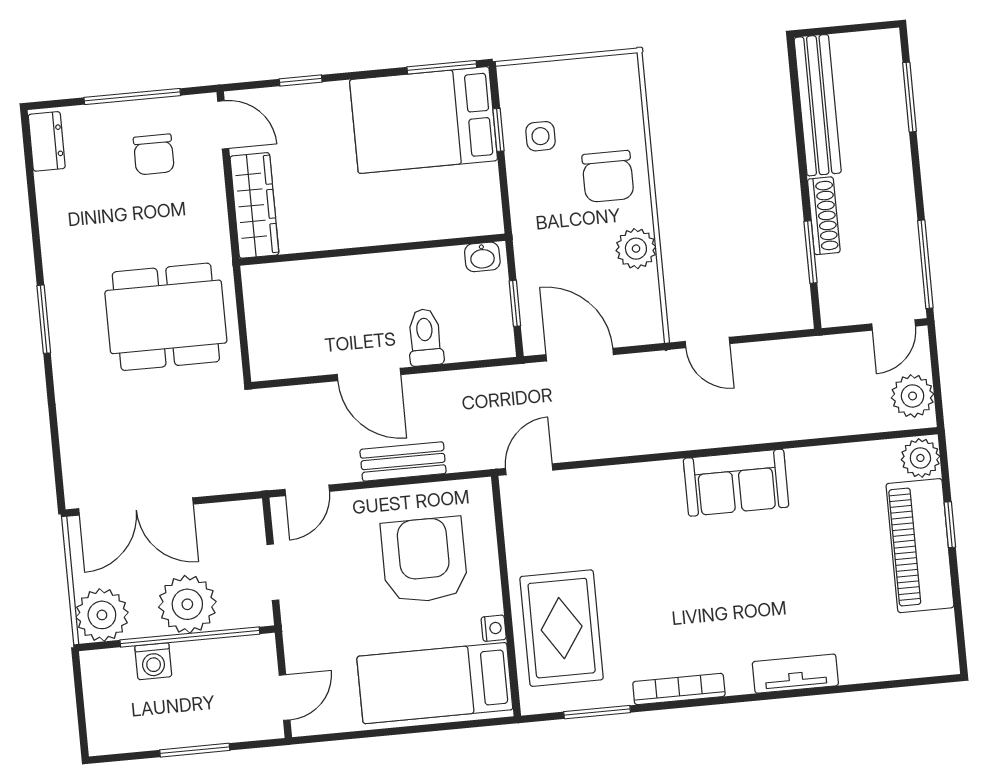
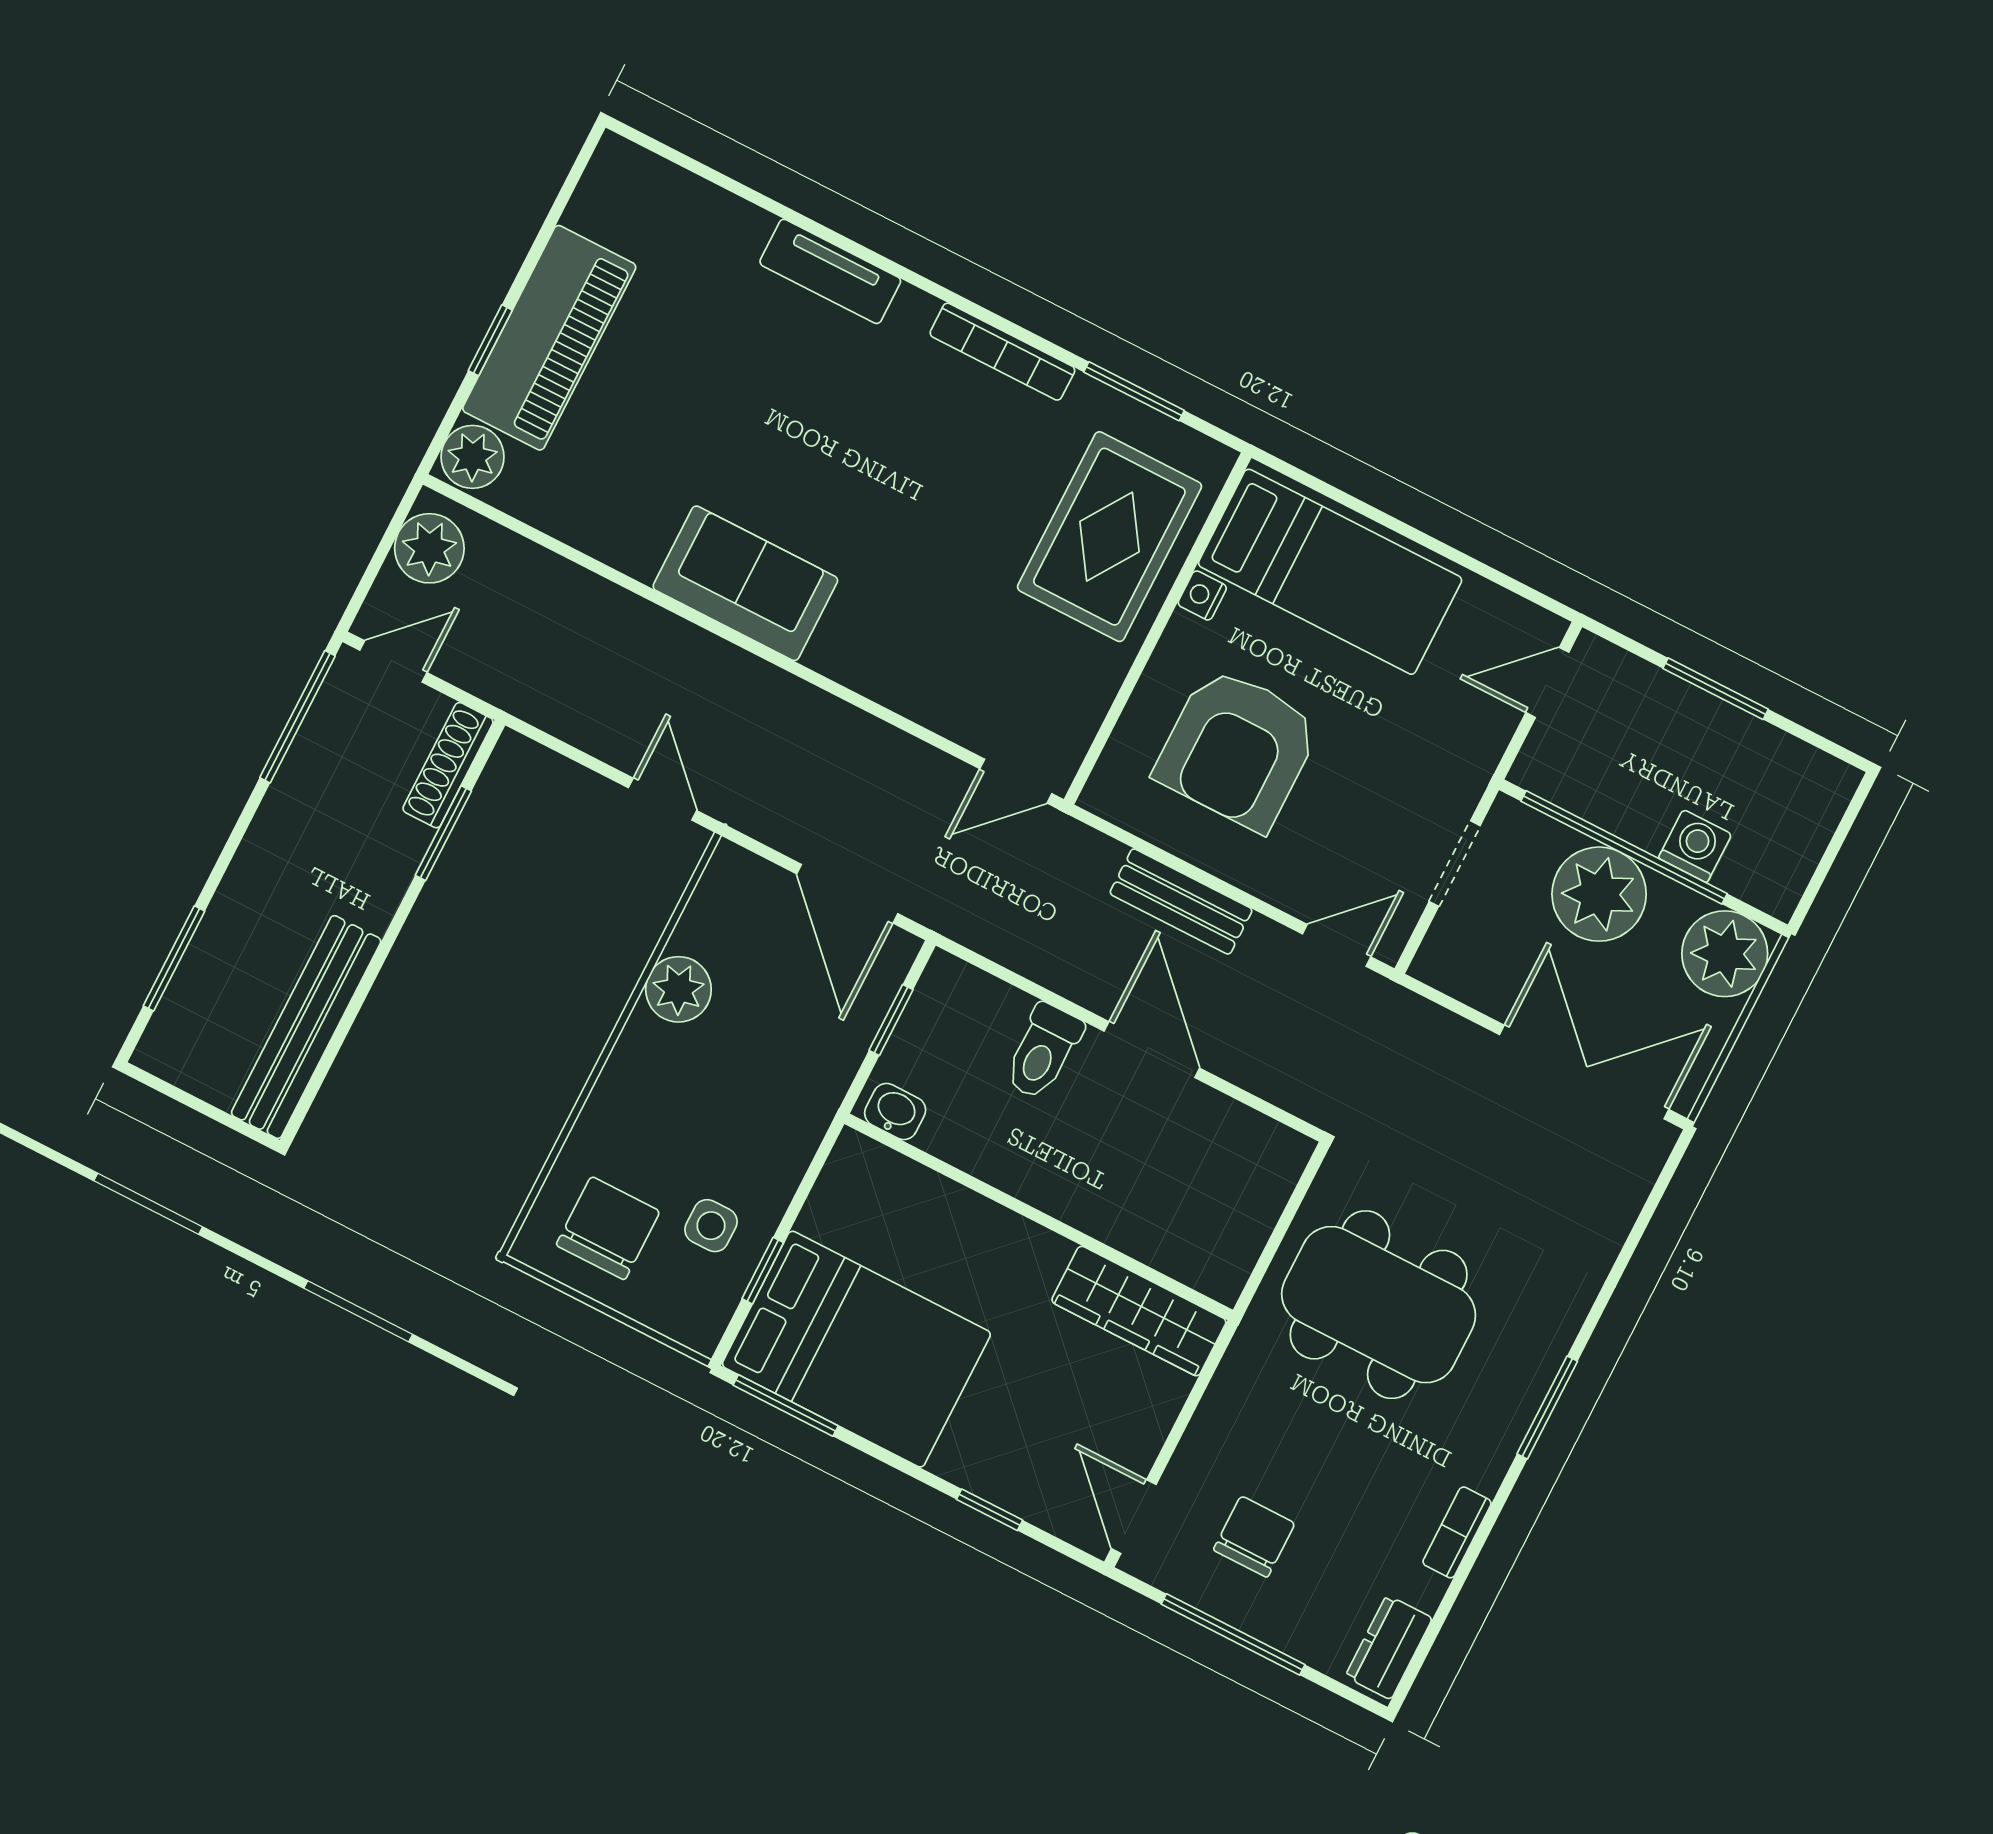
chair: (608, 176) -> (608, 1228), moved
wardrobe: (254, 205) -> (1139, 1311), moved, turned -90
shoe rack: (824, 216) -> (448, 765), moved
bookcase: (49, 224) -> (1457, 1532), added

